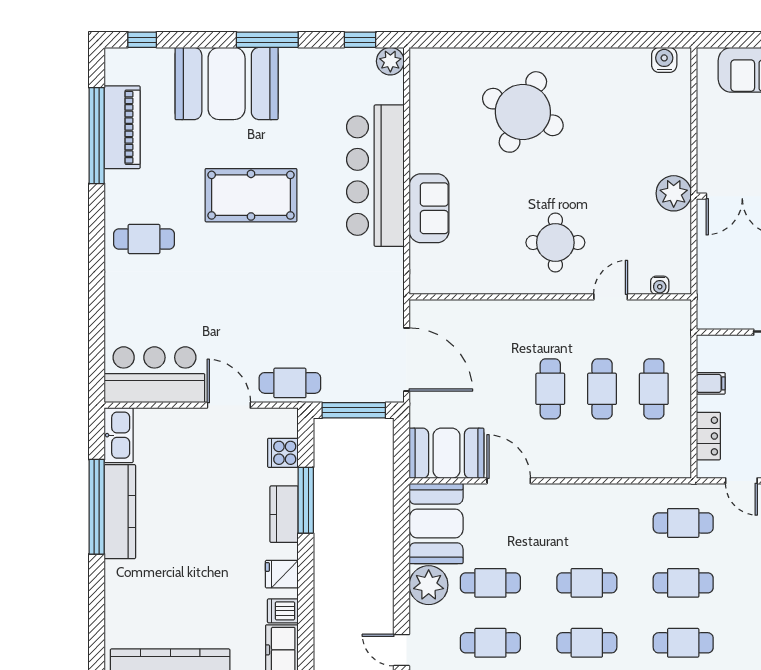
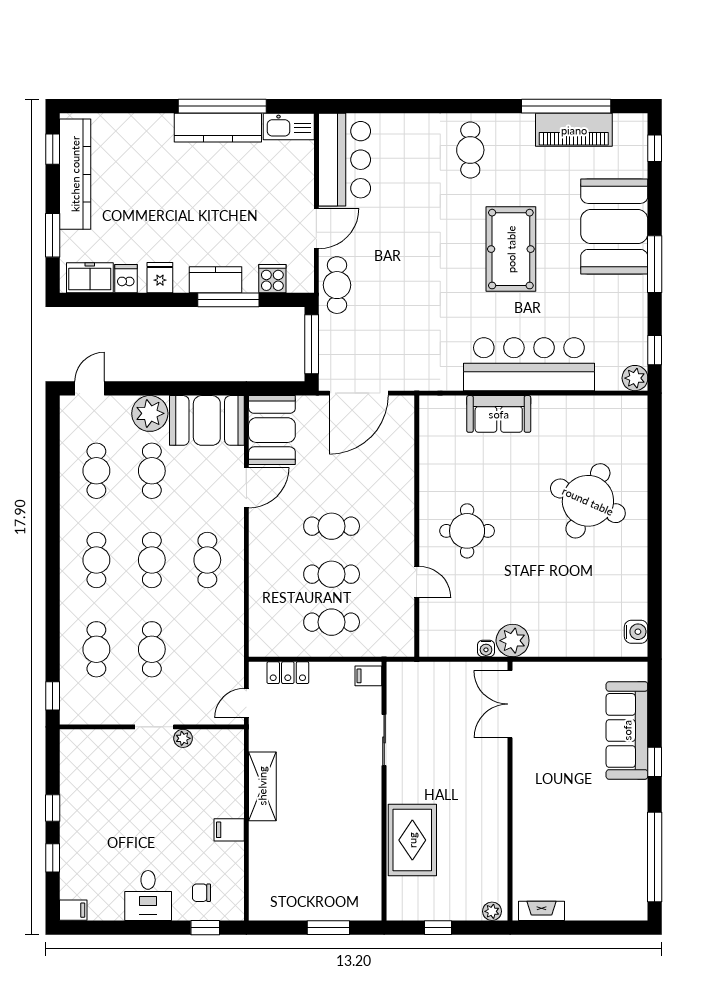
water cooler: (660, 285) -> (486, 648), moved, turned -90
filing cabinet: (711, 383) -> (368, 676), moved, turned 90
cafe table: (683, 523) -> (207, 560), moved

